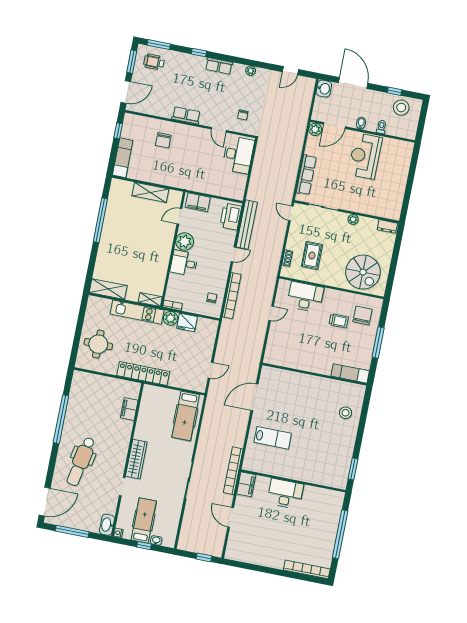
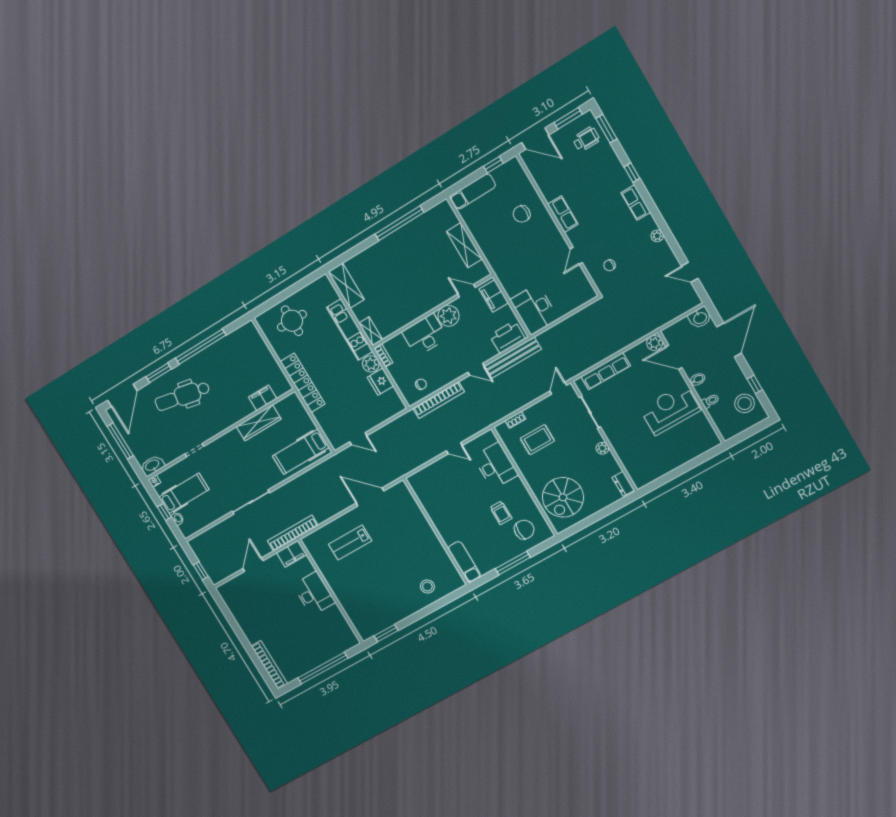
wheelchair: (154, 62) -> (586, 139), turned 90
desk: (238, 155) -> (534, 309), moved, turned 90
desk: (184, 263) -> (425, 335), width x1.37
lab bench: (273, 438) -> (350, 543), turned 90
wardrobe: (136, 459) -> (259, 423), moved
window: (52, 463) -> (159, 373), added
door: (45, 502) -> (122, 395), hinge flipped

